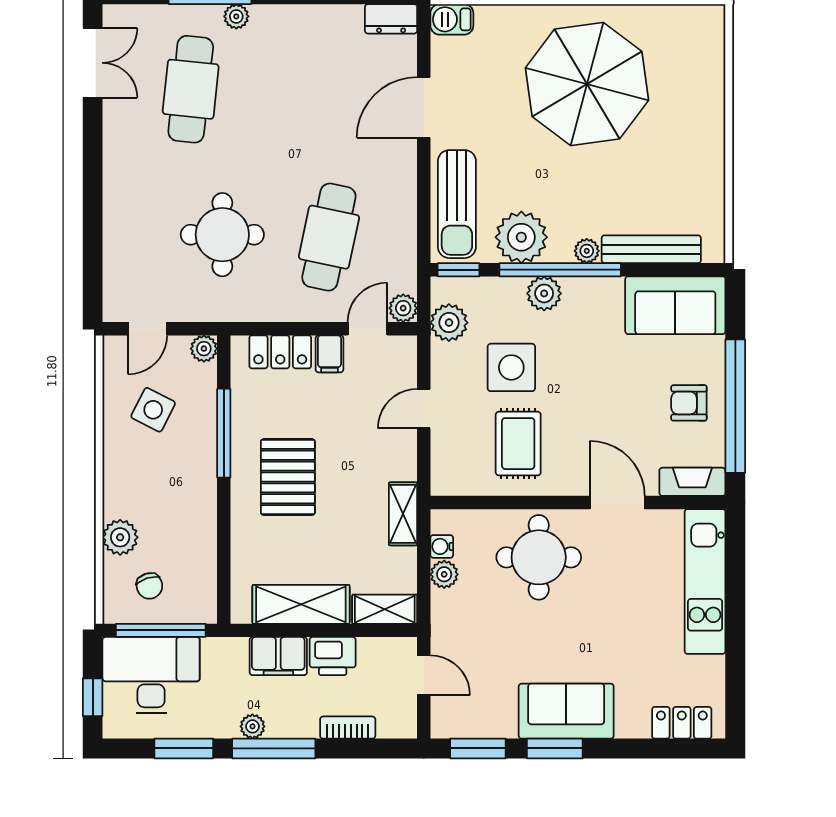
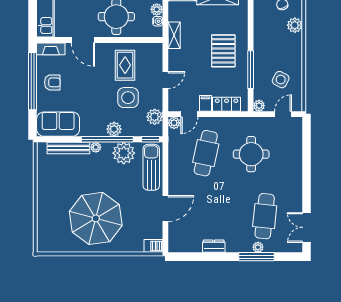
plant: (236, 16) -> (258, 247), moved
dresser: (391, 19) -> (214, 246), moved

